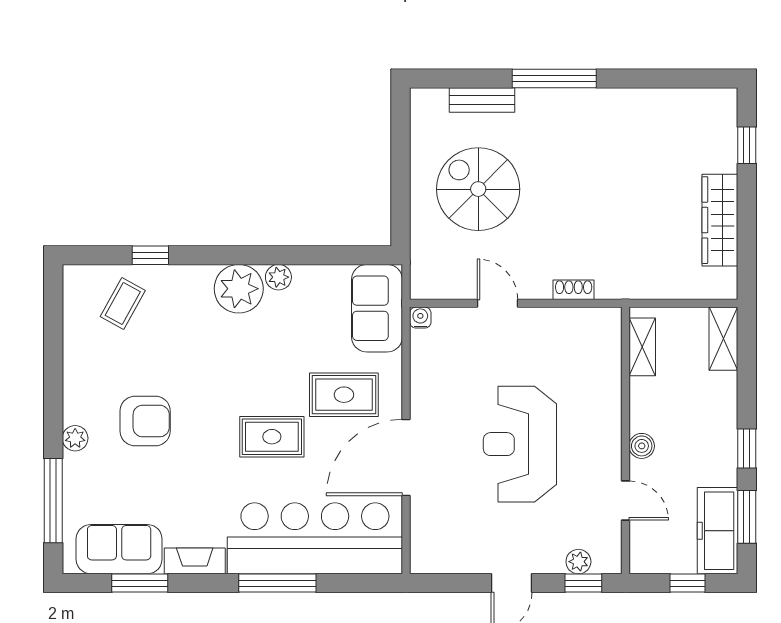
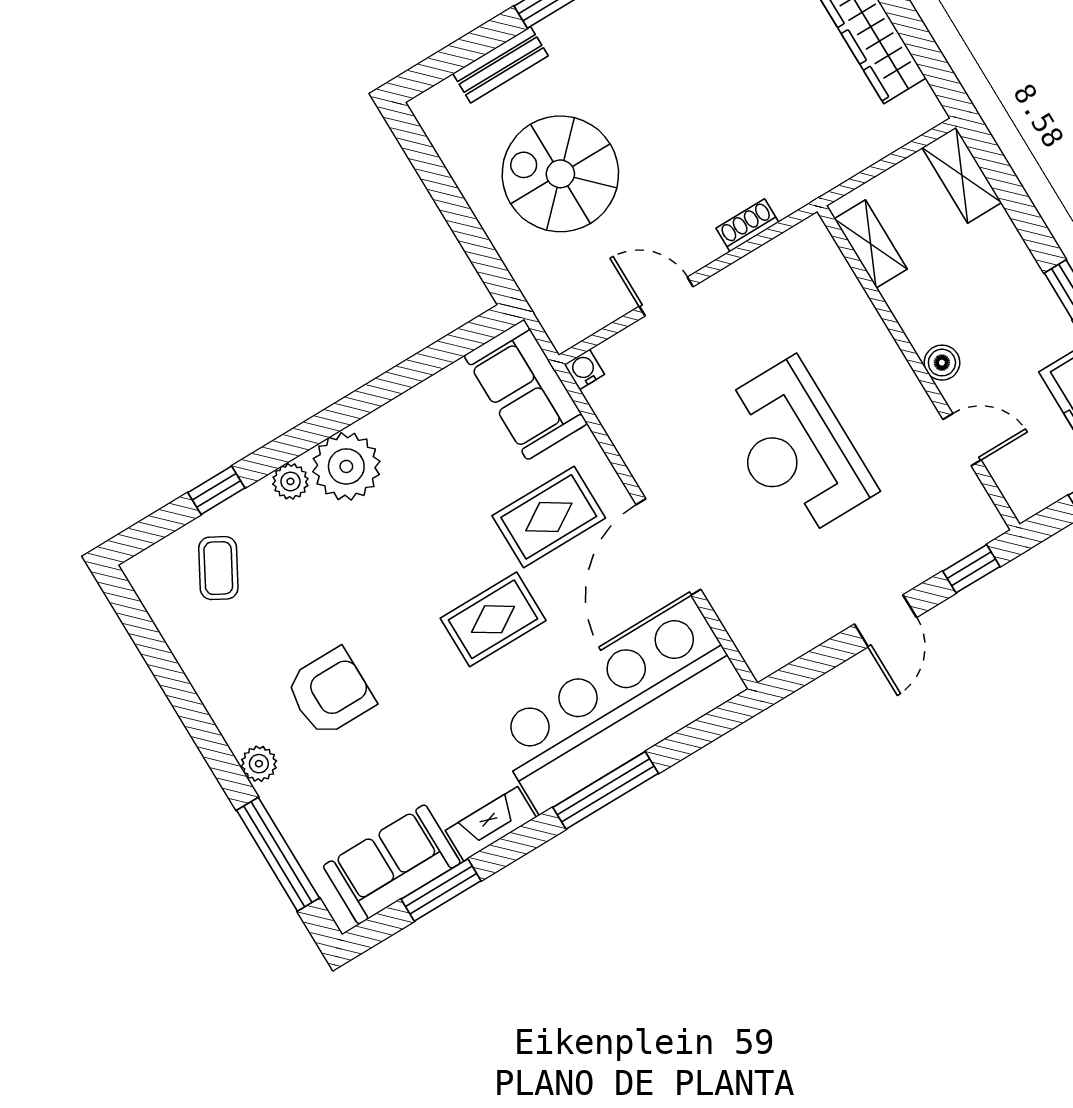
plant: (278, 277) -> (290, 481), moved
plant: (578, 562) -> (950, 547), removed

